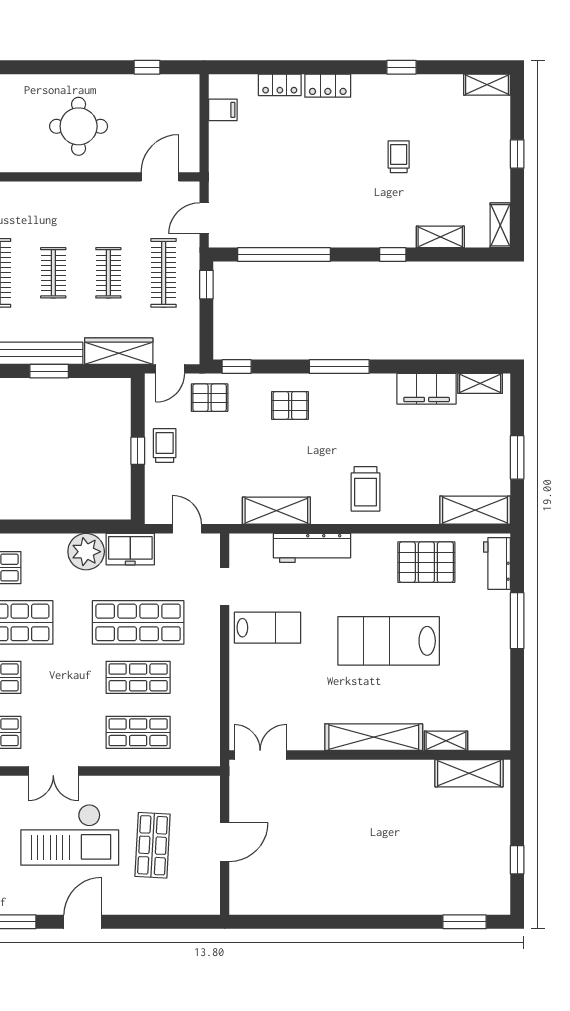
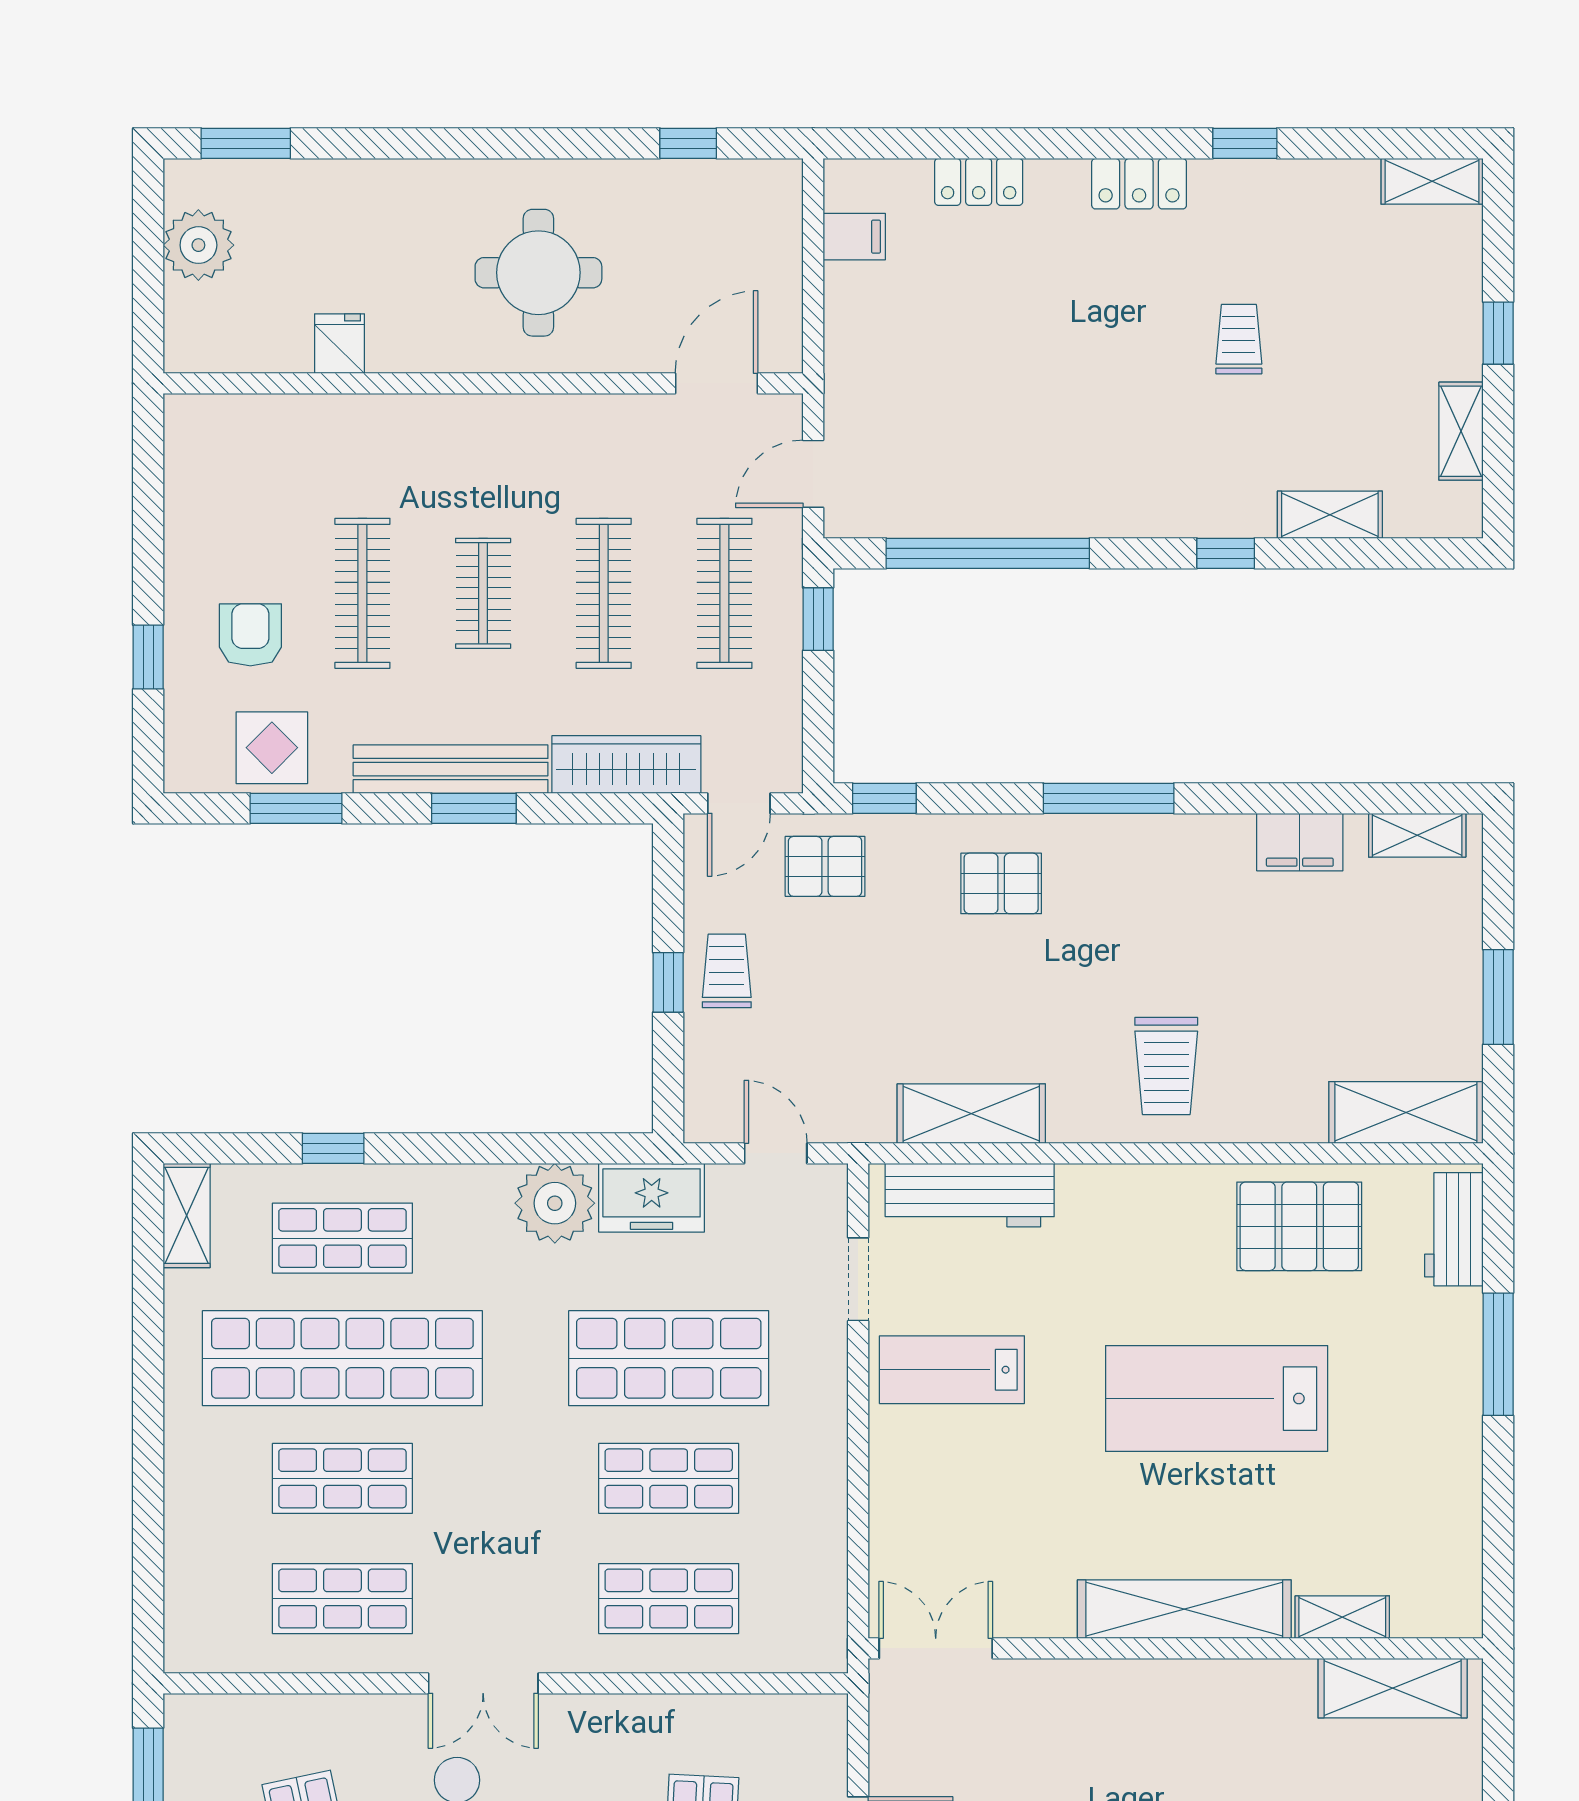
locker: (328, 86) -> (1139, 184), moved
shelving: (500, 225) -> (1461, 431), moved
clothes rail: (108, 273) -> (604, 593), width x1.36
filing cabinet: (427, 389) -> (1300, 842), width x0.67, depth x0.86
workbench: (312, 548) -> (970, 1195), moved
lab bench: (268, 628) -> (952, 1370), turned 180

